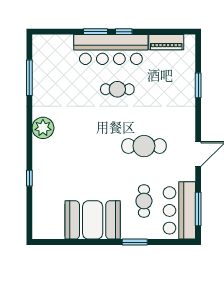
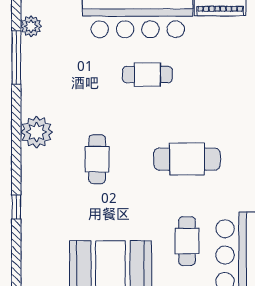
plant: (39, 57) -> (31, 26), added
cafe table: (84, 146) -> (97, 159), added

